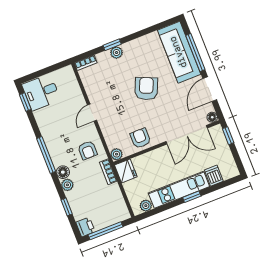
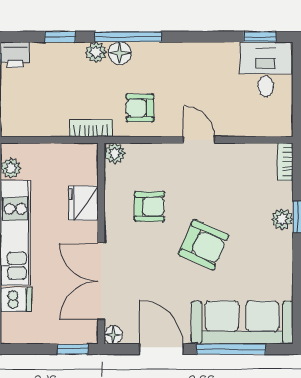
armchair: (140, 138) -> (149, 206), moved
window: (46, 155) -> (128, 37), moved
fridge: (126, 171) -> (83, 203), moved, turned 90

